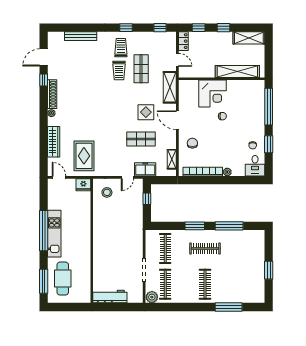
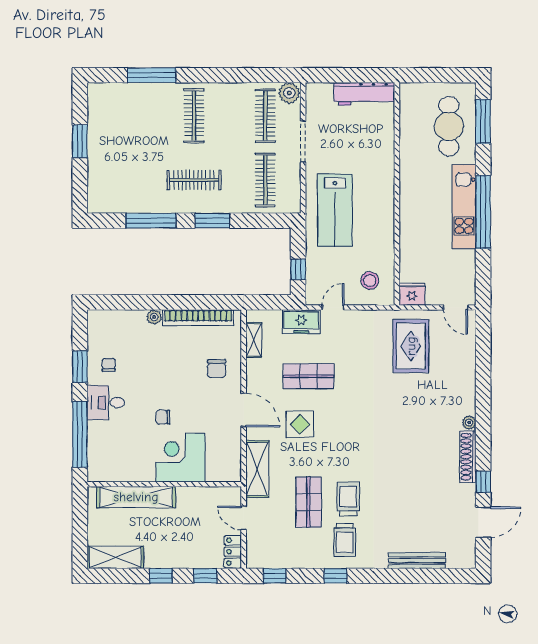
wardrobe: (54, 142) -> (465, 371), removed
desk: (255, 166) -> (106, 403), moved, turned -90
lab bench: (126, 232) -> (335, 210), added

